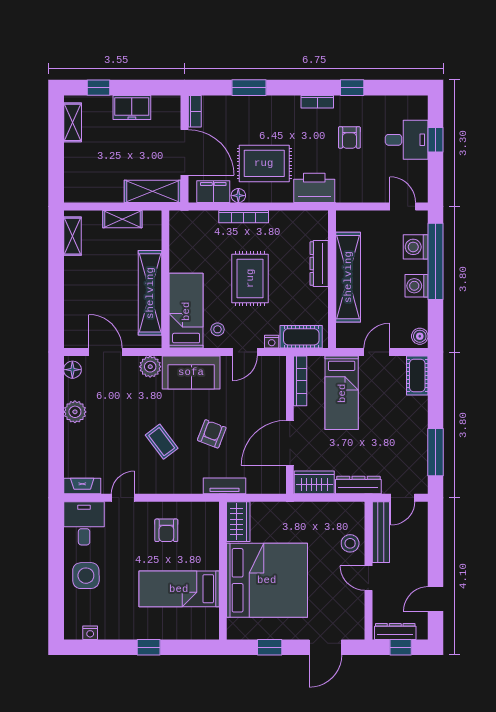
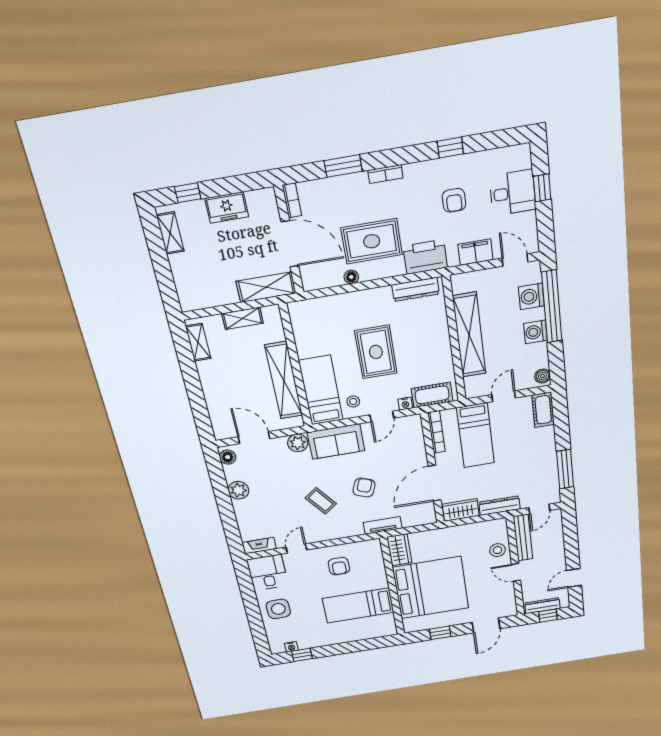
bookcase: (317, 102) -> (385, 174), moved
filing cabinet: (213, 192) -> (475, 252), moved
bookcase: (244, 217) -> (360, 296), removed
dresser: (319, 264) -> (416, 289), moved, turned -90
window: (149, 647) -> (302, 655), moved

